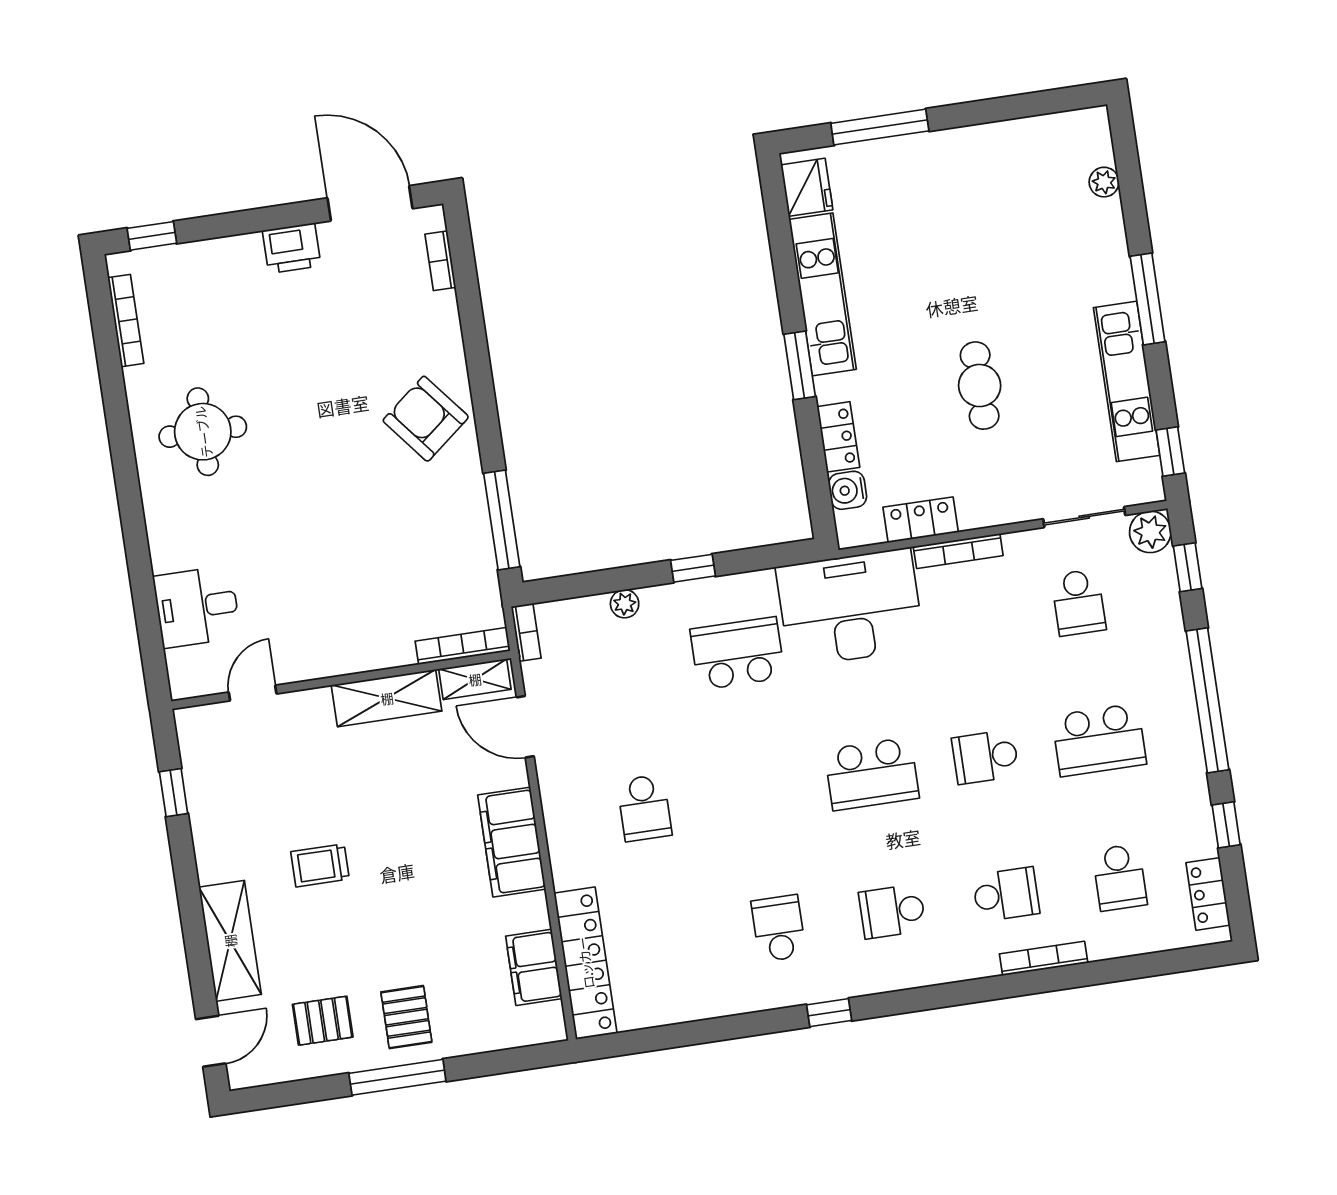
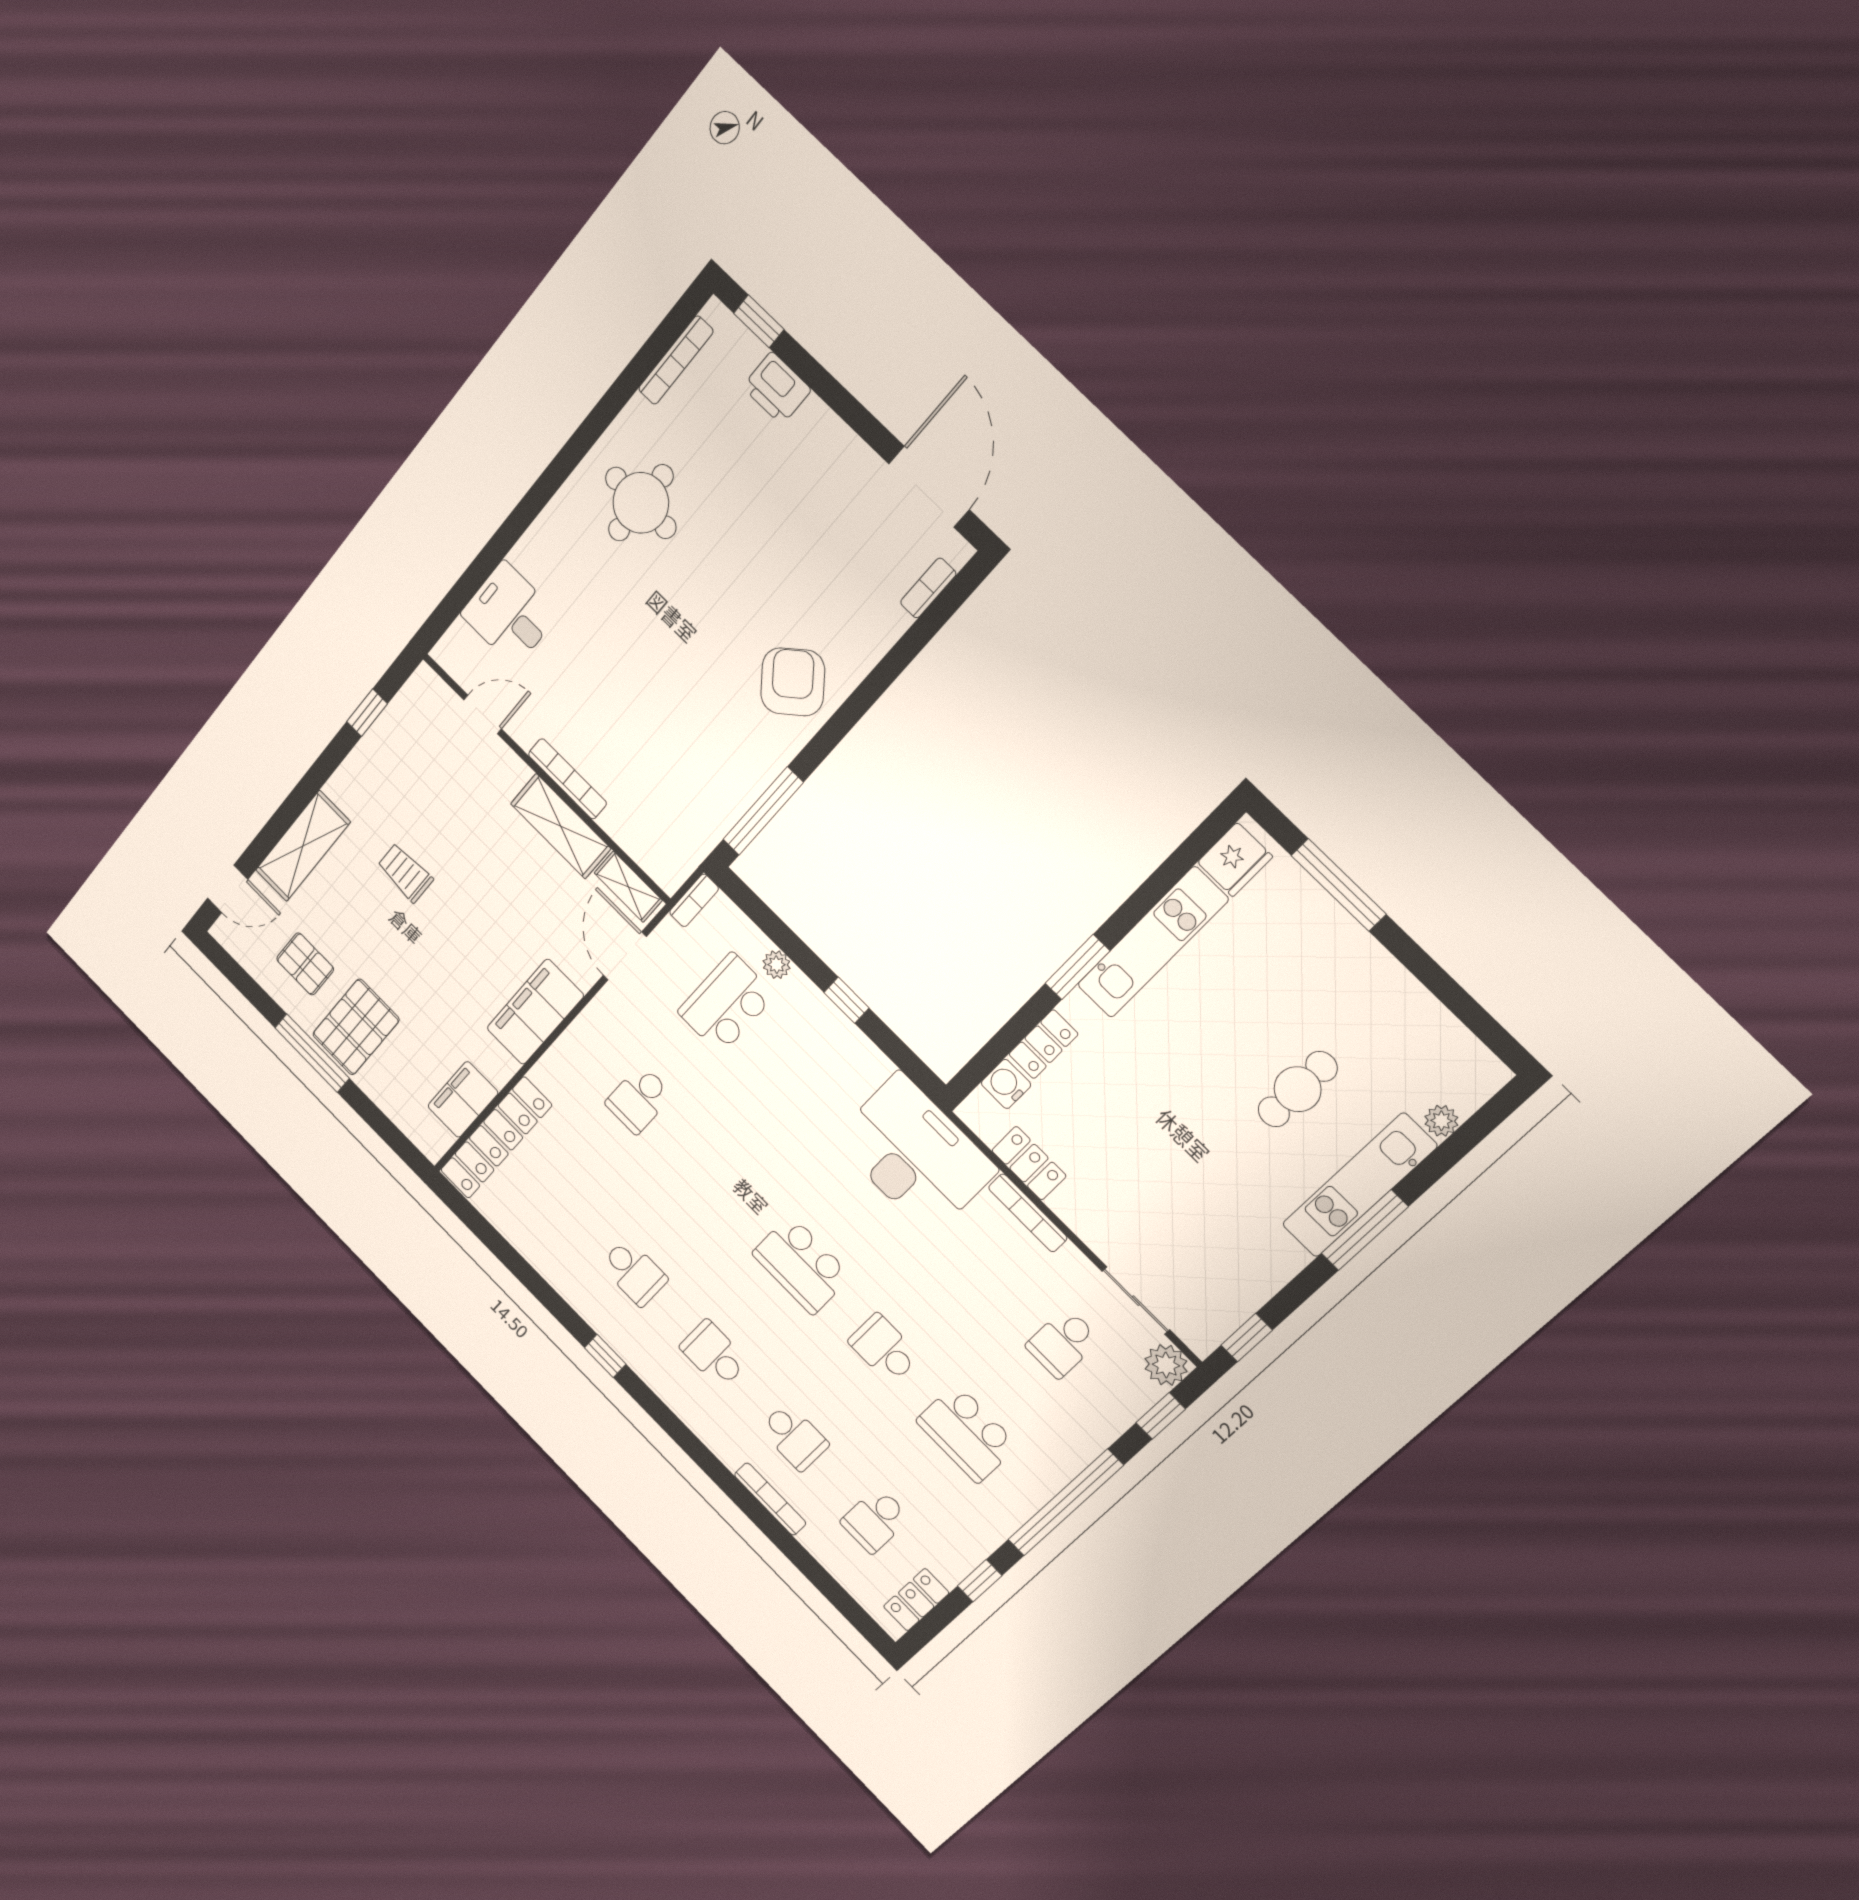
printer: (292, 248) -> (777, 388), moved
kitchen unit: (1127, 381) -> (1359, 1185), moved
cafe table: (980, 386) -> (1298, 1089), moved
bookcase: (463, 646) -> (567, 779), moved
school desk: (737, 653) -> (726, 1003), moved, turned -90
school desk: (779, 928) -> (634, 1272), turned 90
pallet: (406, 1017) -> (356, 1027), width x1.50, depth x1.42

